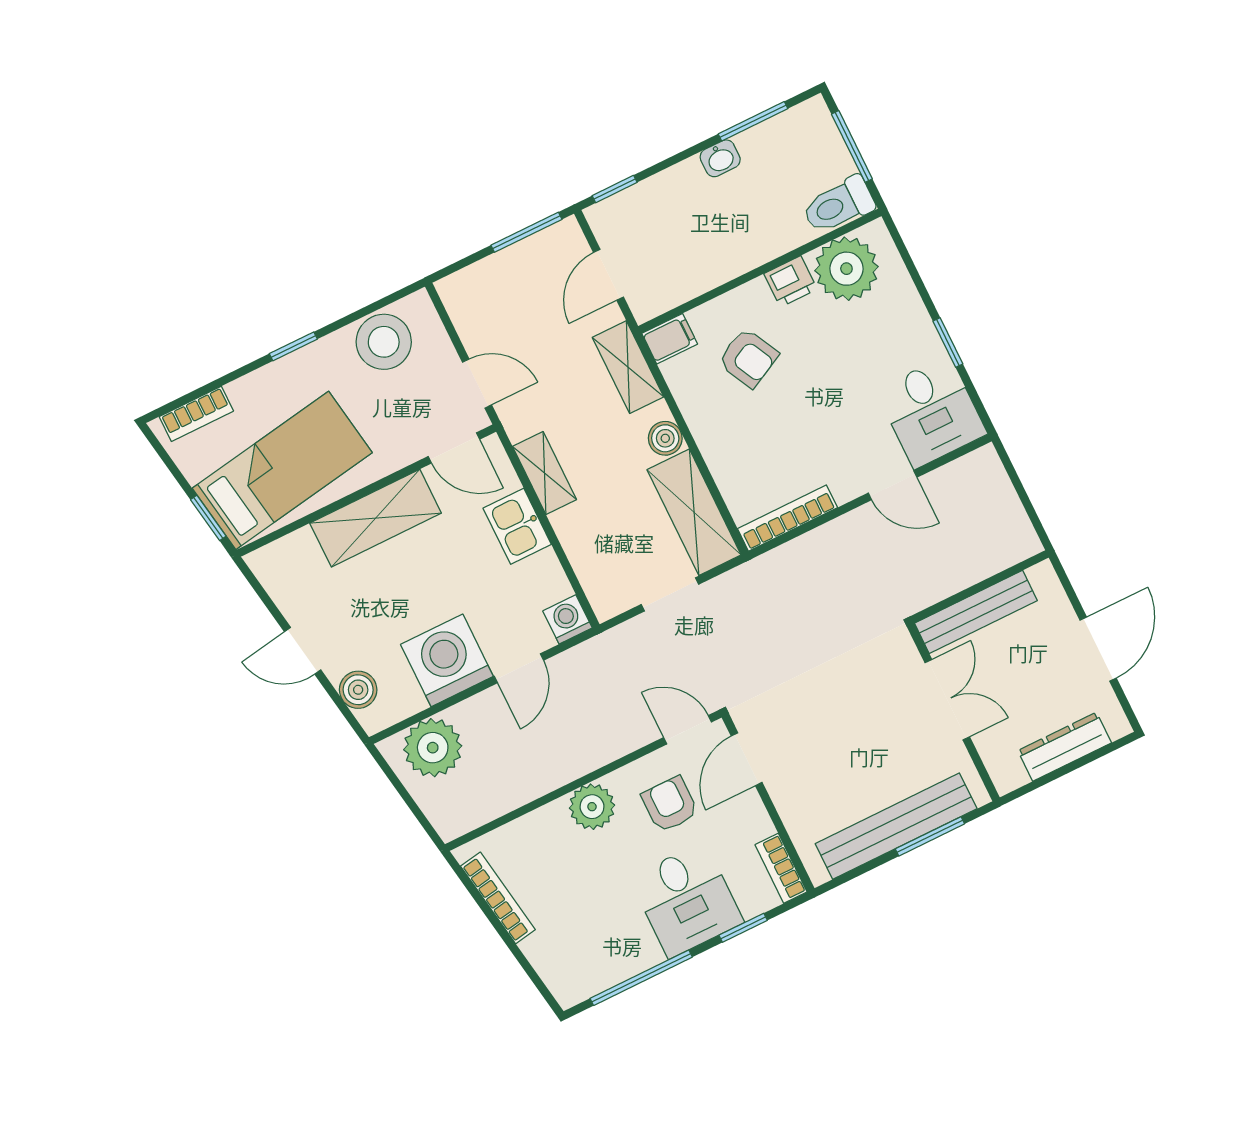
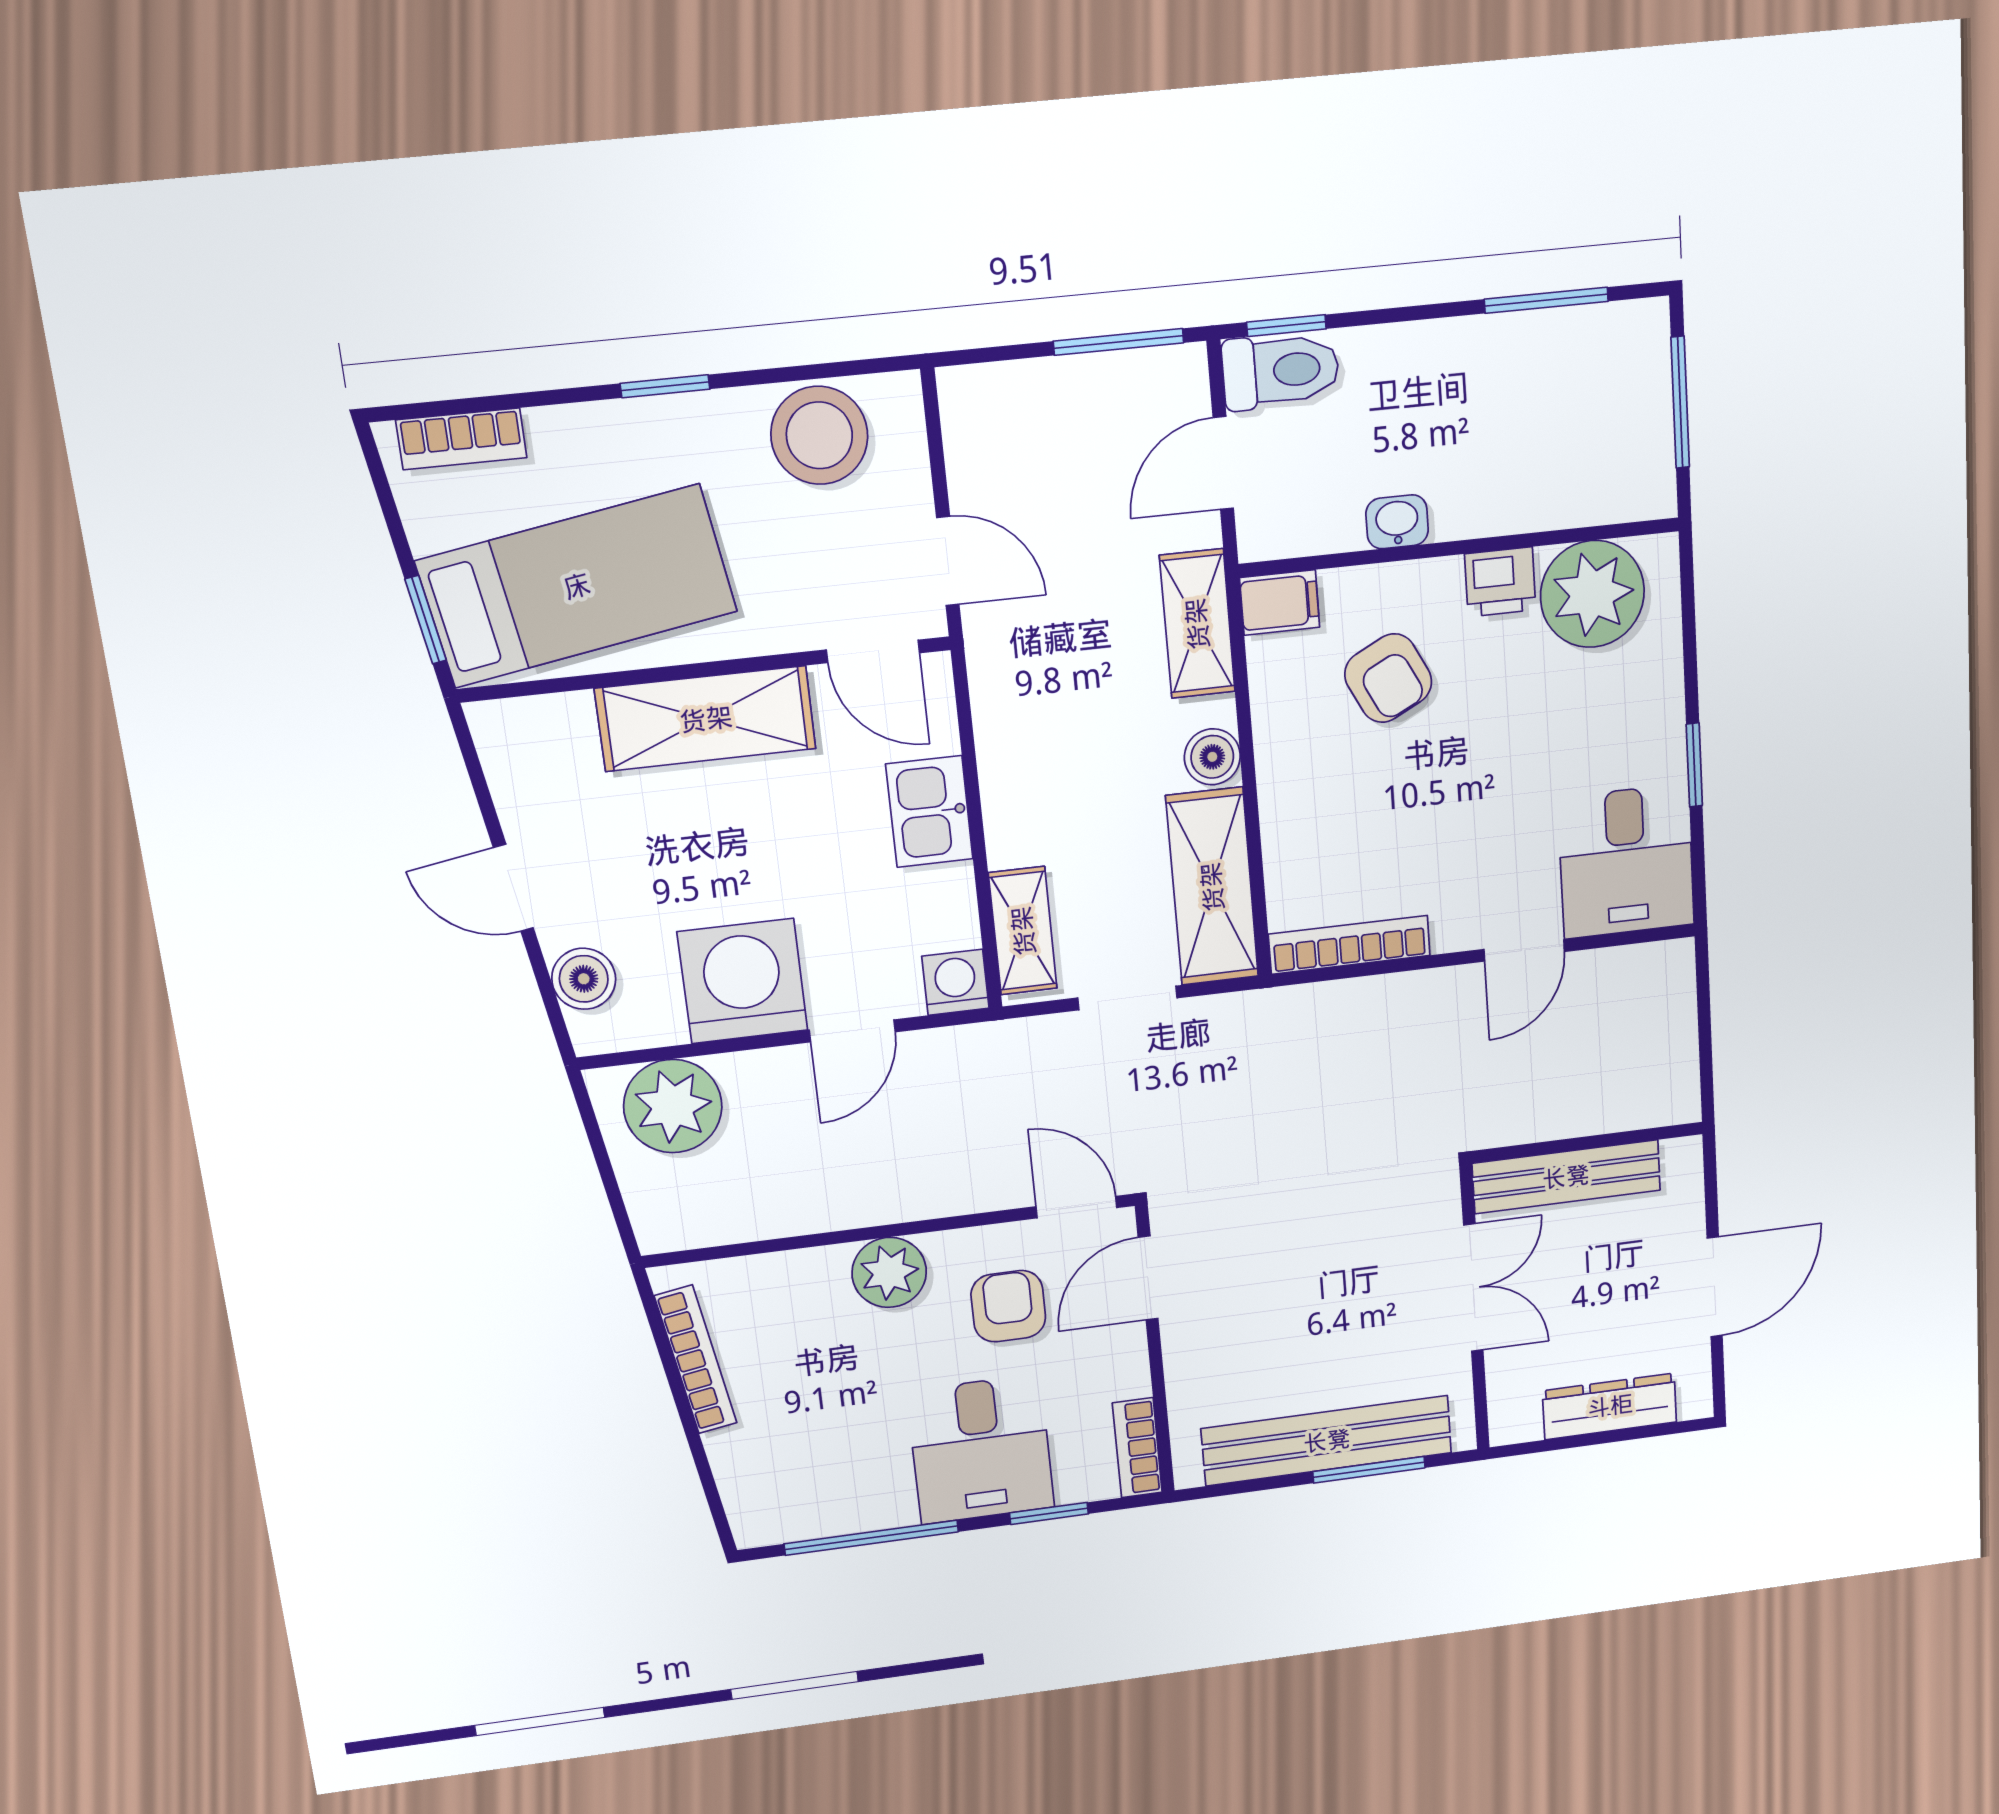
washbasin: (720, 158) -> (1397, 522), moved, turned 180
toilet: (838, 205) -> (1281, 371), moved, turned 180
shelving: (544, 473) -> (1023, 931), moved
door: (893, 485) -> (1524, 950), hinge flipped

